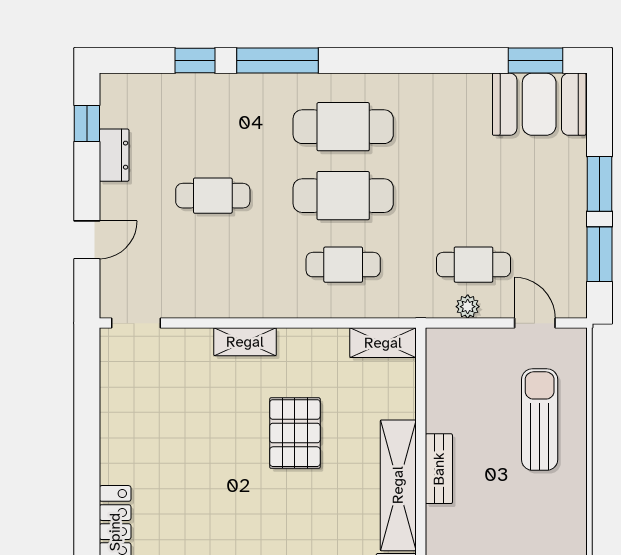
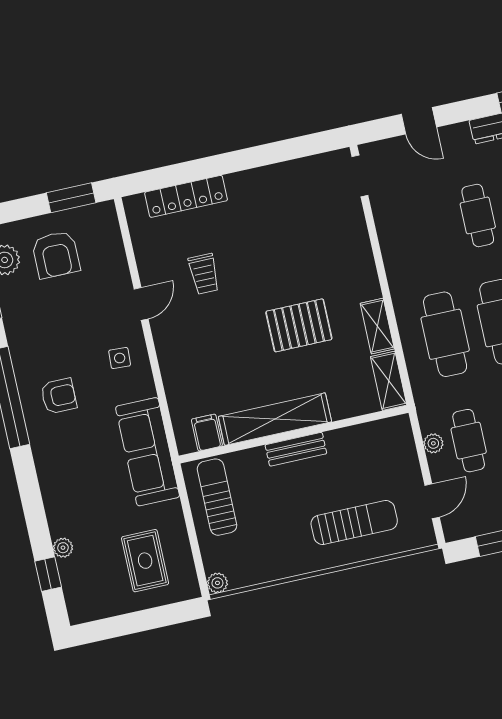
cafe table: (343, 265) -> (445, 334), width x1.37, depth x1.35
shelving: (245, 342) -> (377, 326), moved
trolley: (210, 531) -> (204, 274), added

